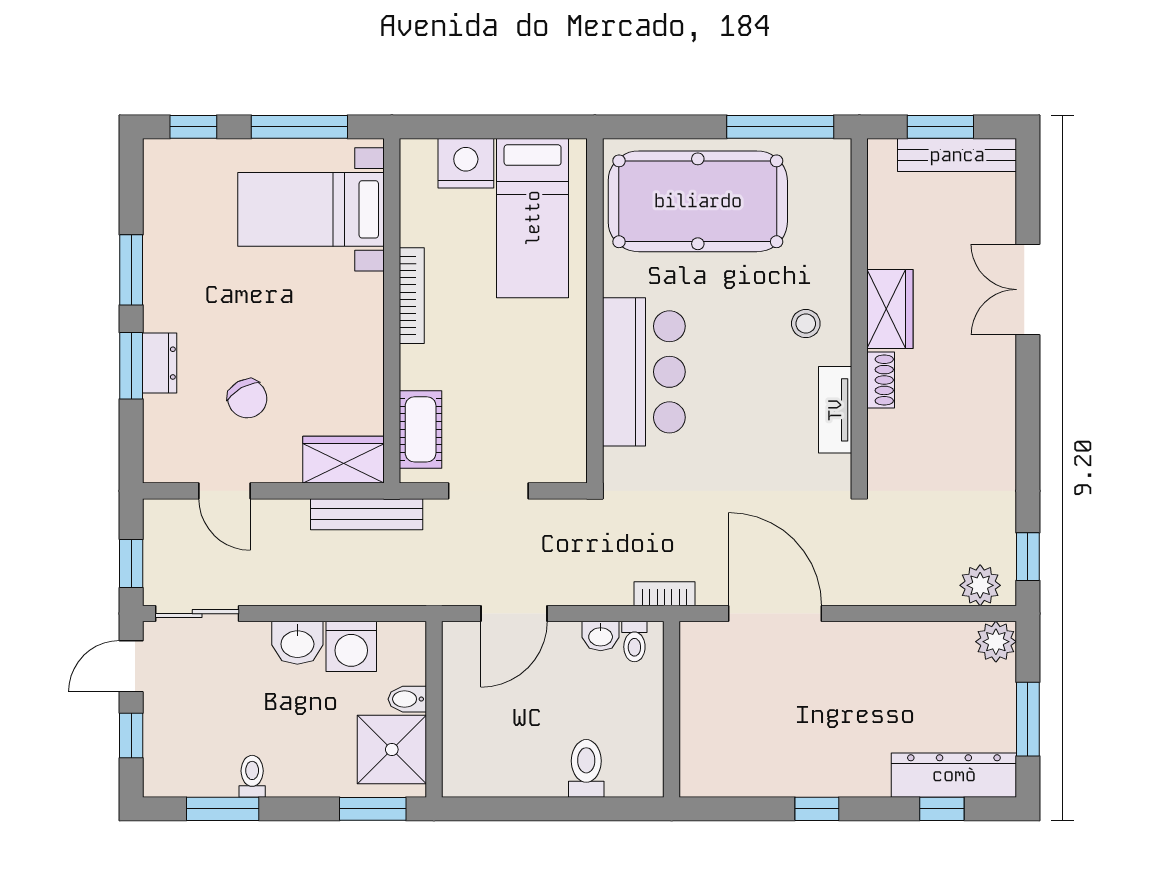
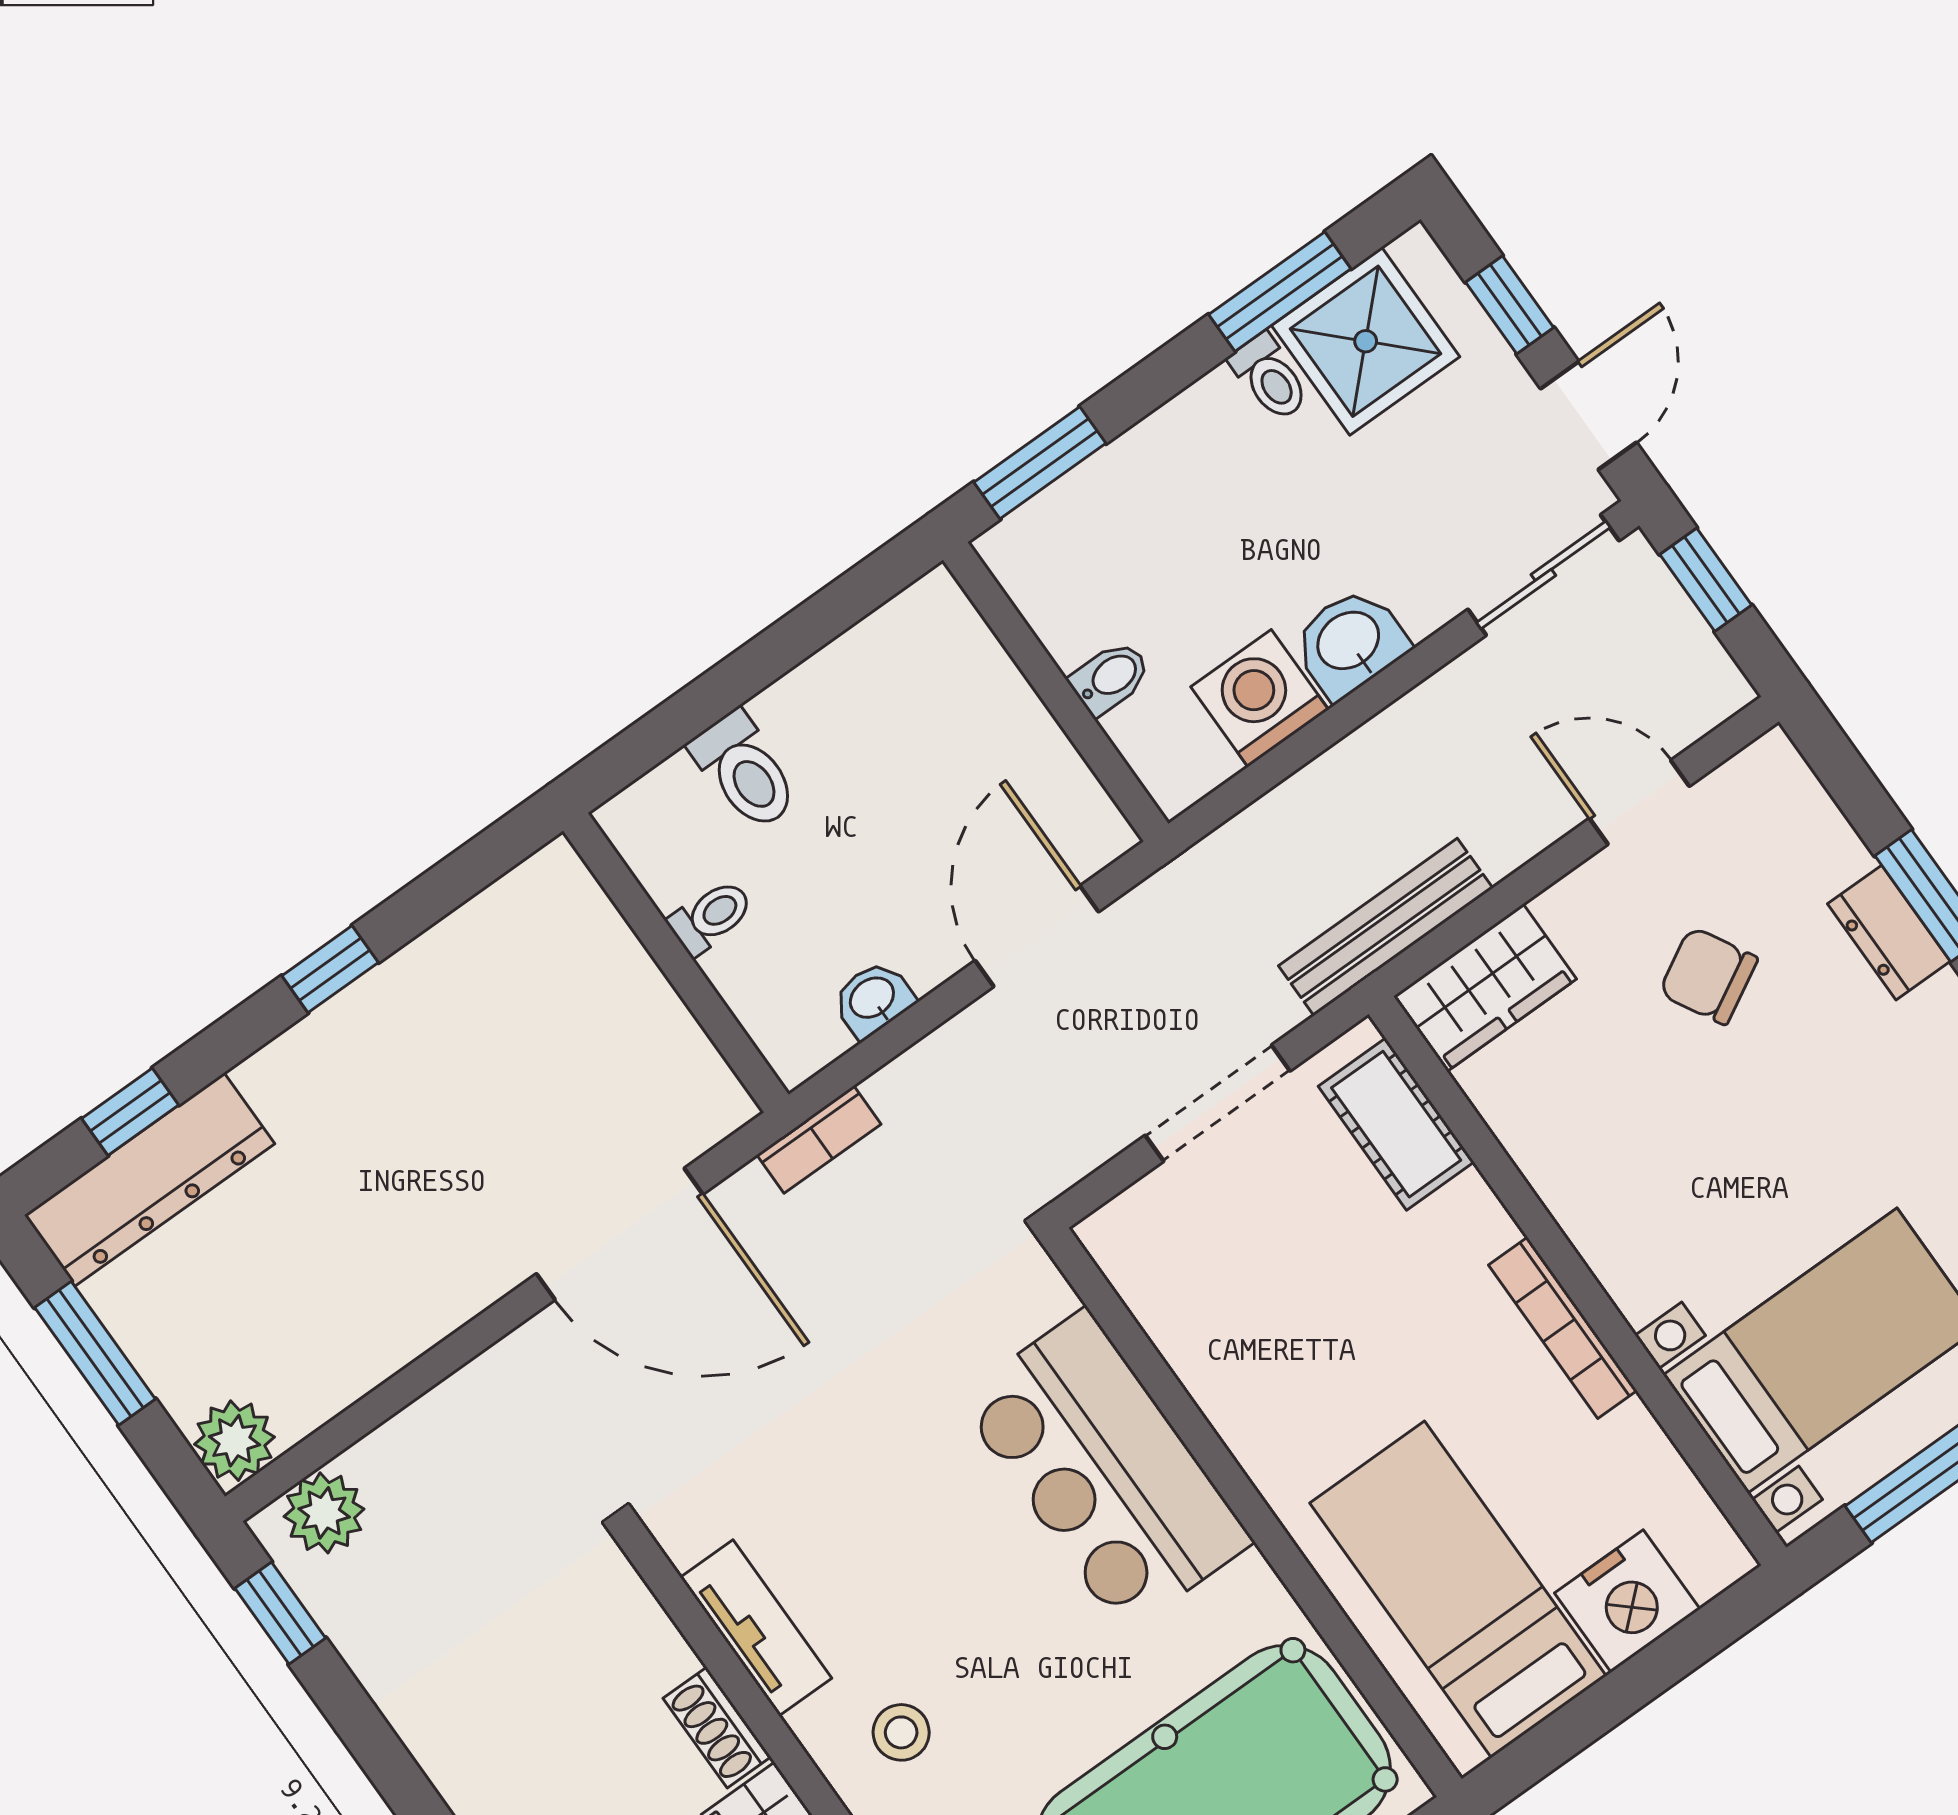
toilet: (634, 642) -> (711, 917), moved, turned 90
shower: (392, 749) -> (1366, 341), moved

